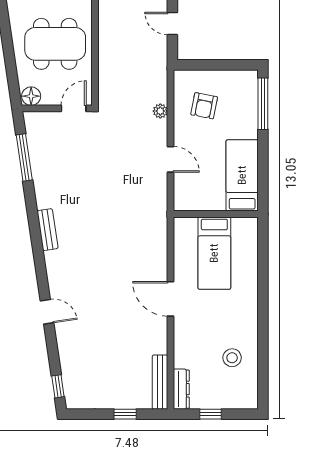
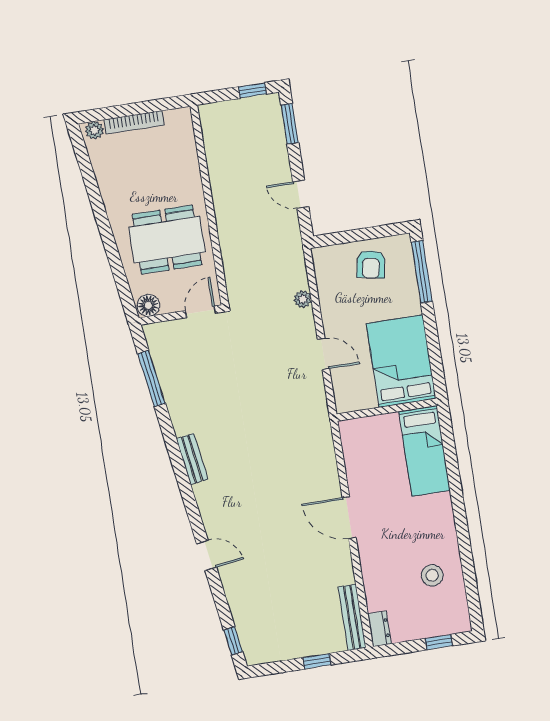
armchair: (204, 106) -> (371, 264), moved
bed: (242, 175) -> (401, 361), width x1.50
bed: (214, 253) -> (425, 451), moved
dresser: (181, 389) -> (379, 629), width x0.70
window: (211, 414) -> (439, 642), moved

